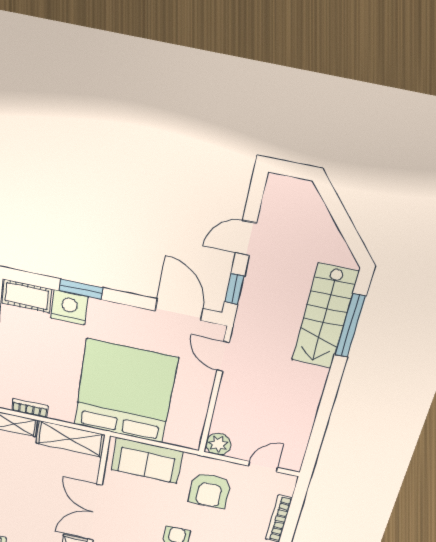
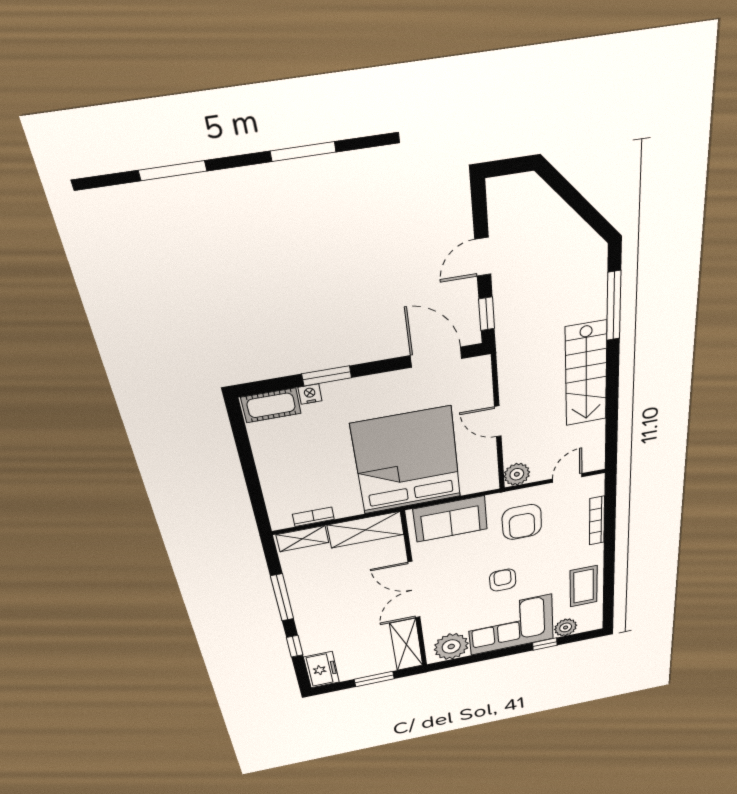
nightstand: (69, 307) -> (310, 394), width x0.53, depth x0.56
stairs: (325, 317) -> (586, 374), moved
door: (223, 356) -> (498, 421), moved

